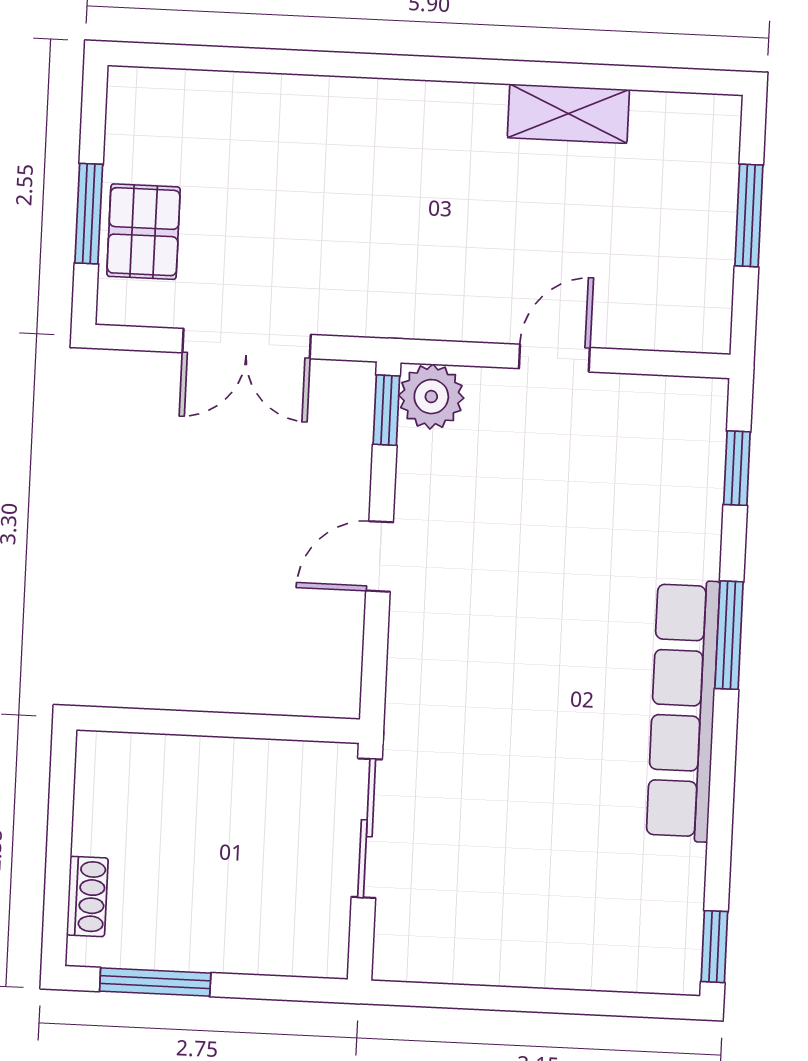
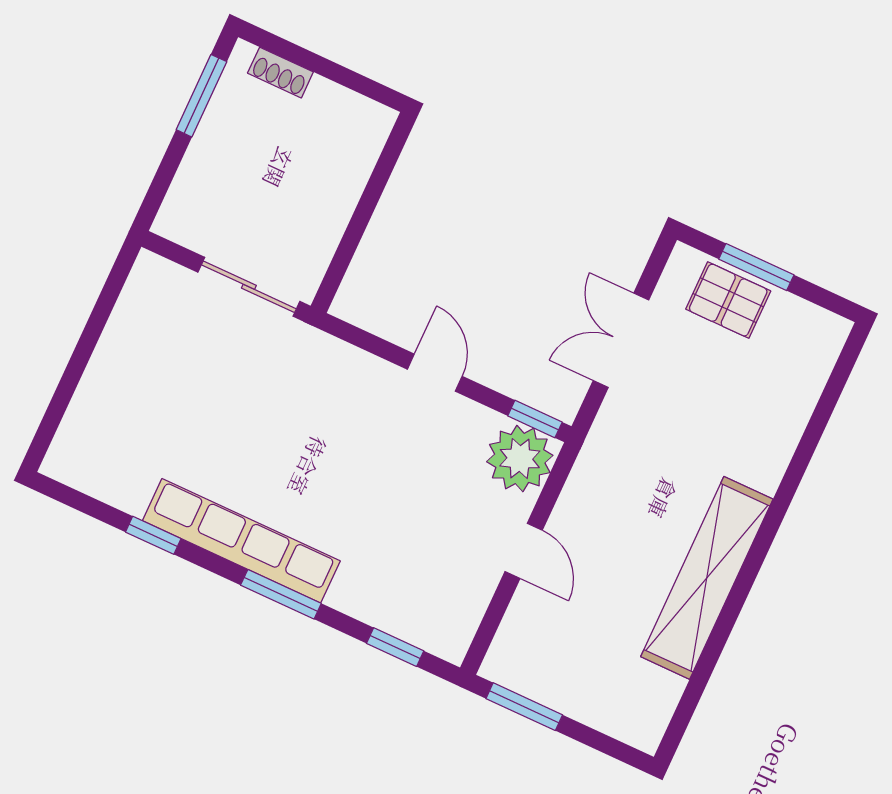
shelving: (568, 114) -> (707, 578), width x2.20, depth x1.33
window: (749, 215) -> (524, 707), moved
plant: (431, 397) -> (520, 459), width x1.36, depth x1.36
window: (714, 947) -> (153, 535), moved

